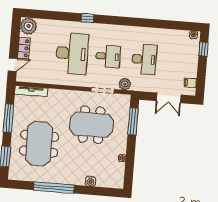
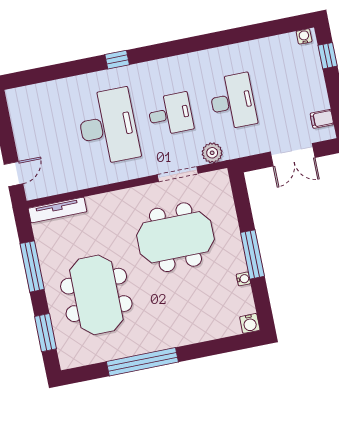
plant: (29, 26) -> (21, 101), removed
locker: (24, 48) -> (24, 141), removed
window: (133, 121) -> (252, 254), moved
water cooler: (91, 181) -> (250, 323), moved

